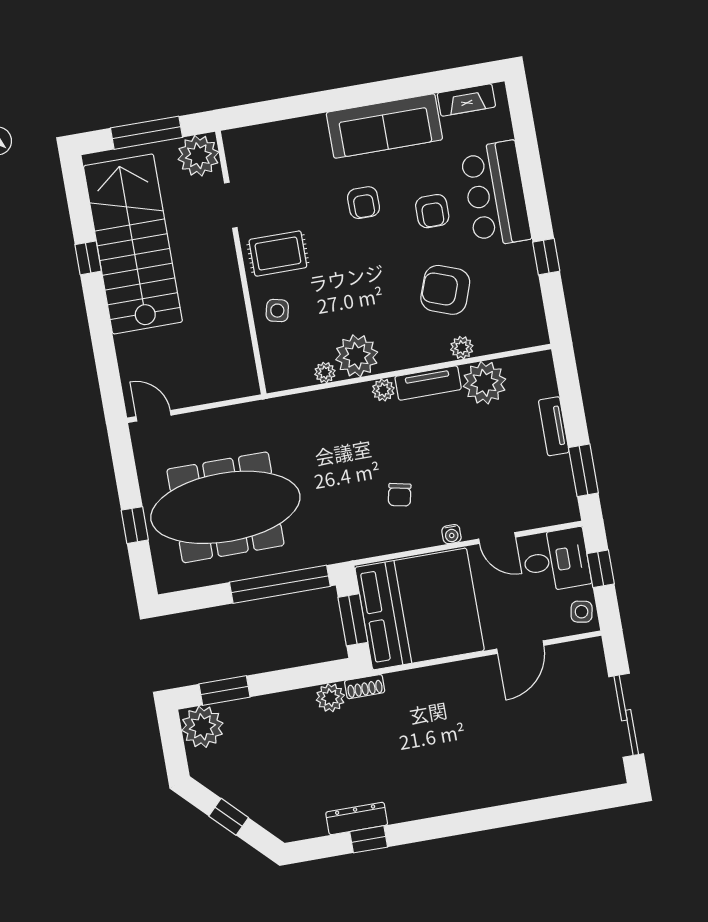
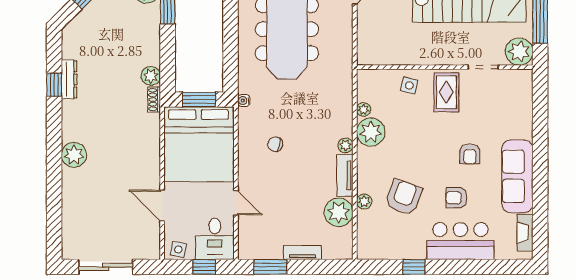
armchair: (364, 203) -> (470, 154), turned -90
water cooler: (451, 534) -> (244, 101), moved
door: (497, 538) -> (236, 203), swing flipped
window: (280, 584) -> (231, 56), removed
plant: (468, 792) -> (74, 155), added

